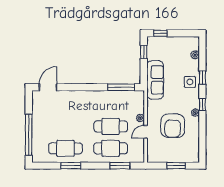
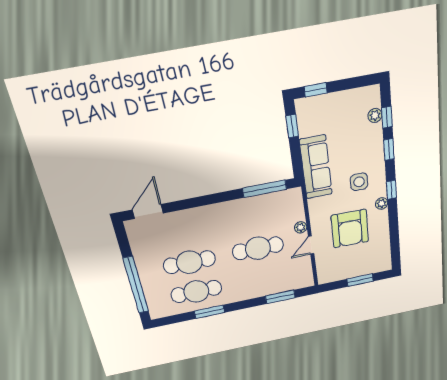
window: (202, 57) -> (387, 117), added
side table: (190, 82) -> (359, 182), moved
cafe table: (111, 148) -> (189, 262), moved

